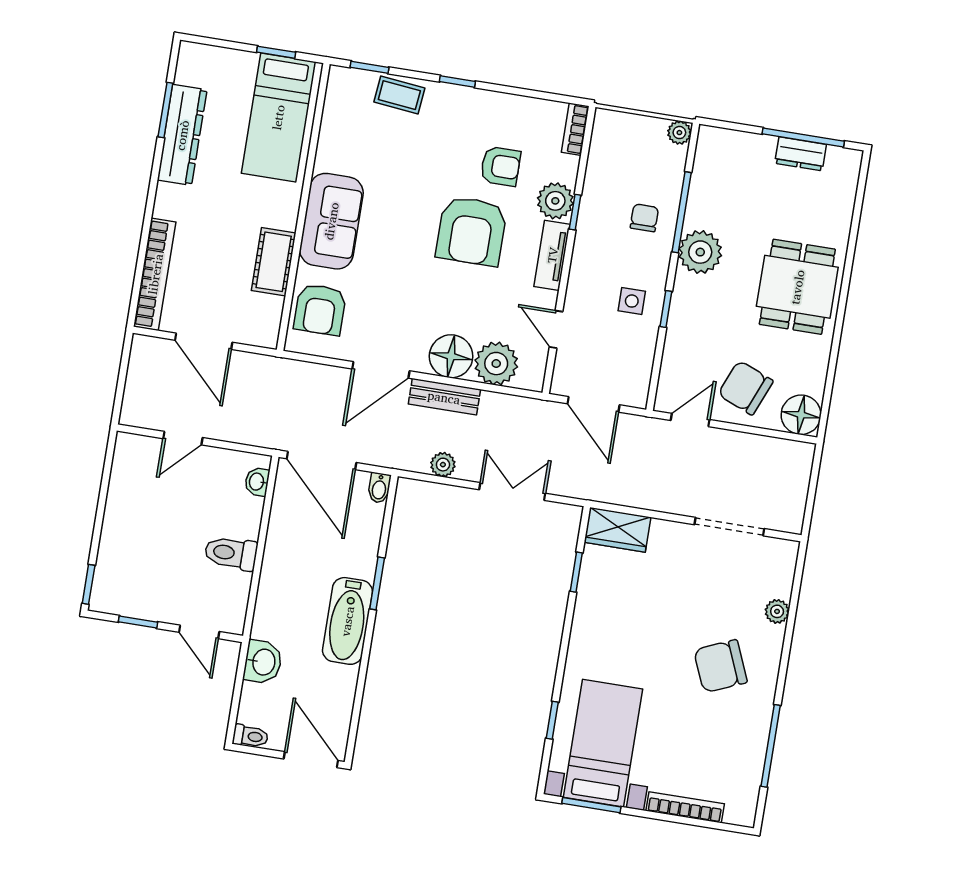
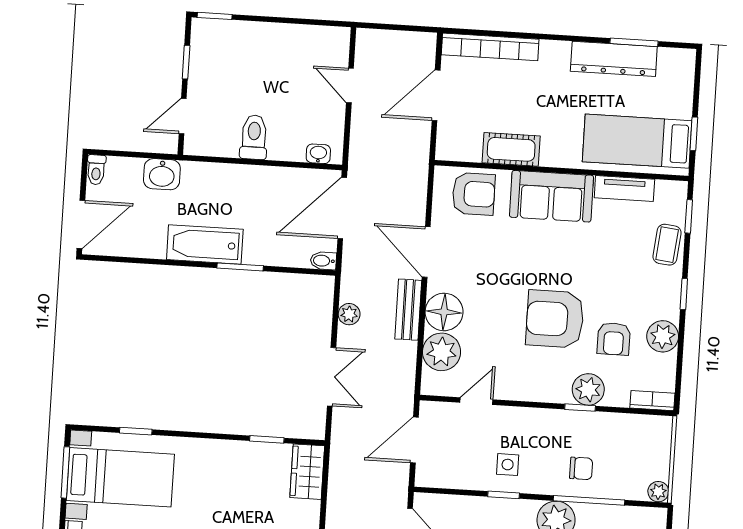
plant: (503, 110) -> (663, 336), added
tv unit: (552, 255) -> (624, 189), moved, turned 180
armchair: (320, 310) -> (474, 194), turned 180

